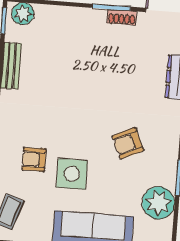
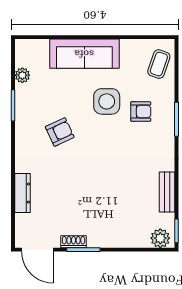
plant: (158, 203) -> (22, 75), width x0.53, depth x0.53

